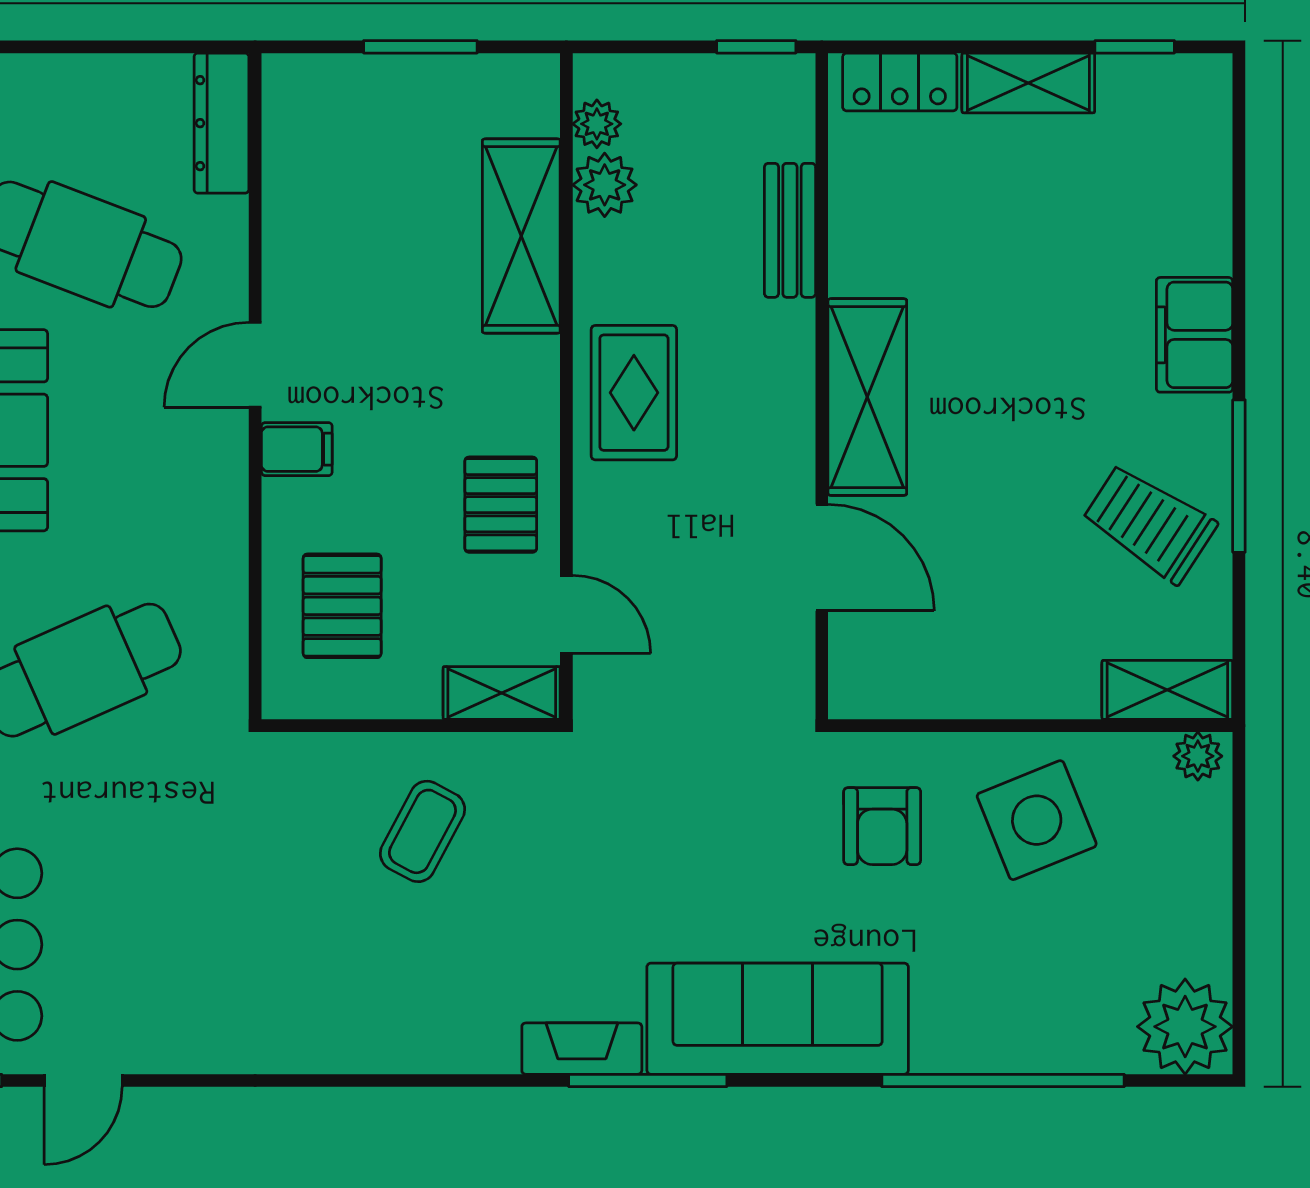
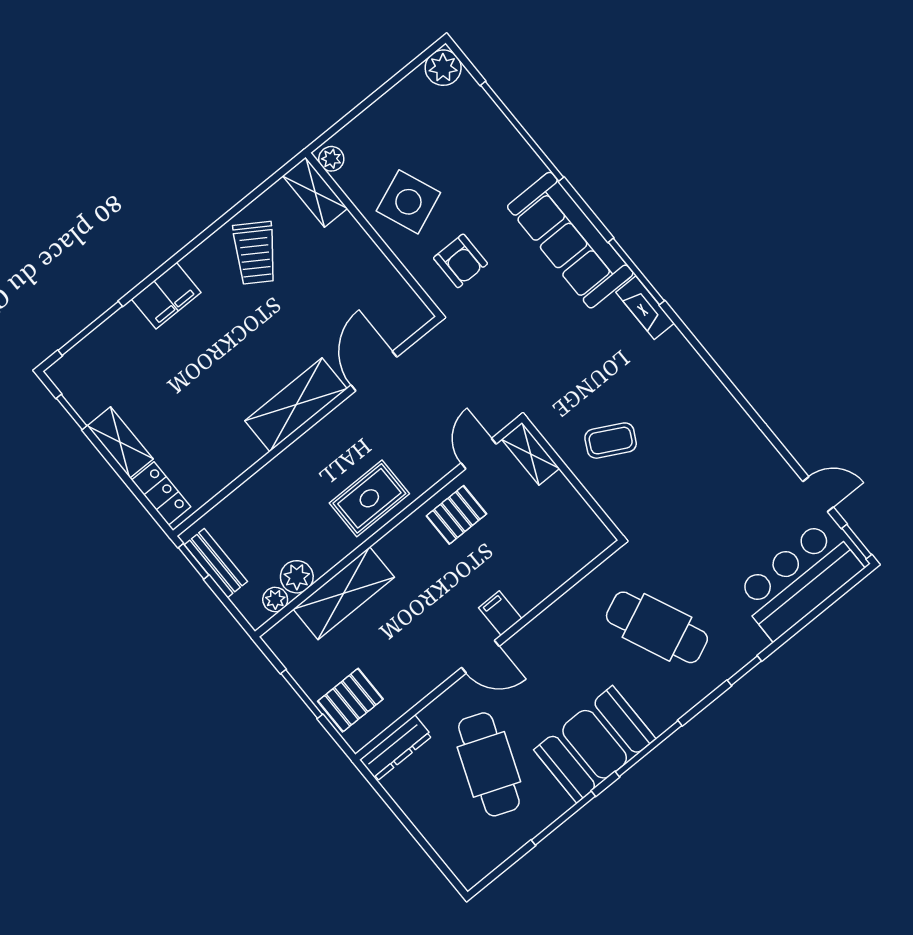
bench: (790, 230) -> (216, 563), moved, turned 90
window: (1239, 476) -> (90, 328), moved
pallet: (342, 606) -> (350, 700), moved
armchair: (882, 826) -> (461, 261), turned 90
plant: (1185, 1027) -> (443, 68), width x0.73, depth x0.73

